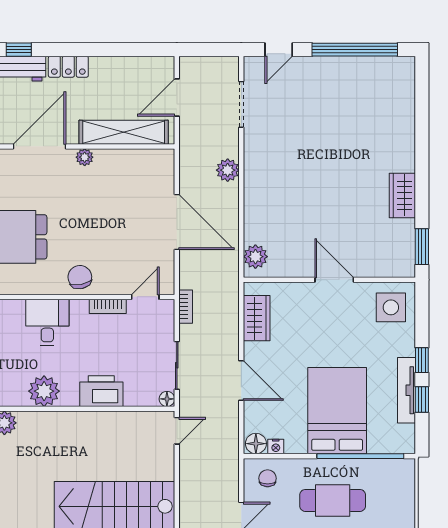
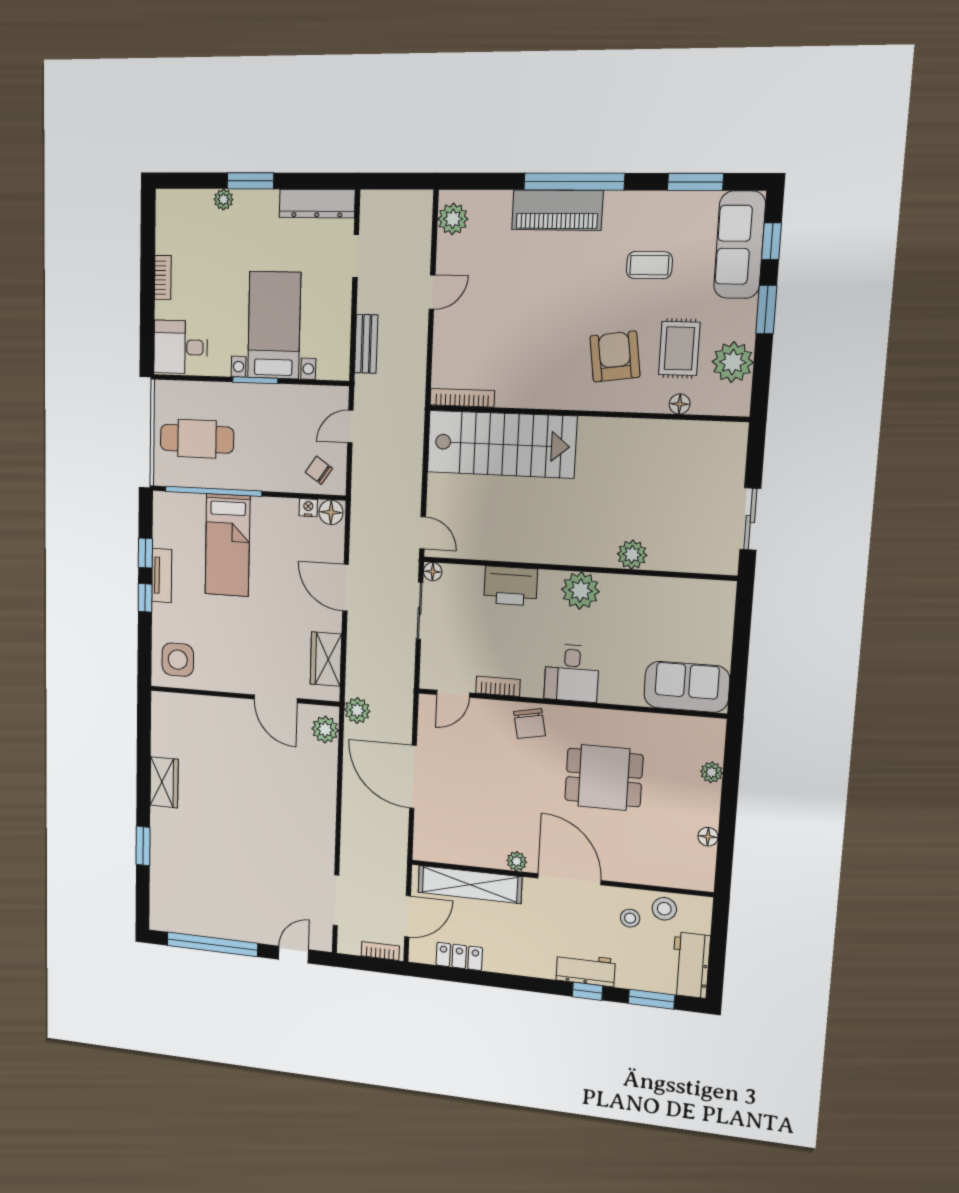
locker: (68, 67) -> (459, 956), moved
door: (39, 146) -> (569, 879), swing flipped
plant: (228, 170) -> (357, 710), moved
window: (422, 247) -> (143, 846), moved
door: (334, 280) -> (276, 699), moved
bookcase: (186, 307) -> (380, 951), moved, turned 90
tv unit: (407, 390) -> (162, 576), width x0.71
bed: (337, 411) -> (228, 545), width x0.67
door: (177, 431) -> (423, 533), swing flipped
chair: (268, 478) -> (319, 470), turned 124
cafe table: (333, 500) -> (197, 439), moved

